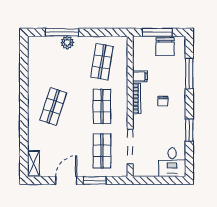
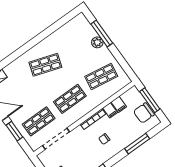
filing cabinet: (140, 64) -> (119, 104), added

